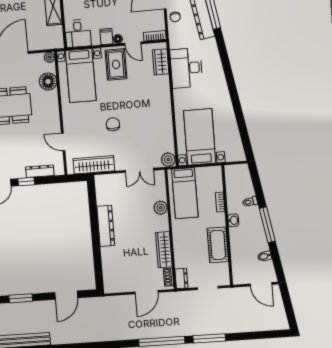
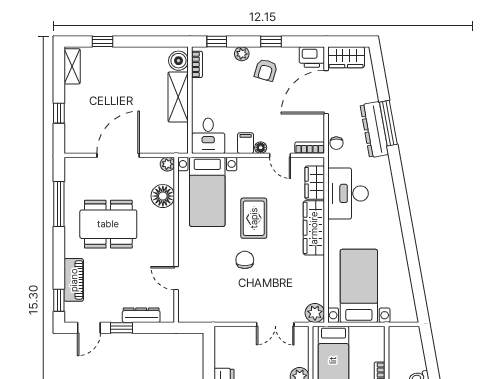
chair: (175, 17) -> (336, 143), moved
rug: (116, 64) -> (254, 218), moved
wardrobe: (94, 165) -> (314, 228), moved, turned -90

